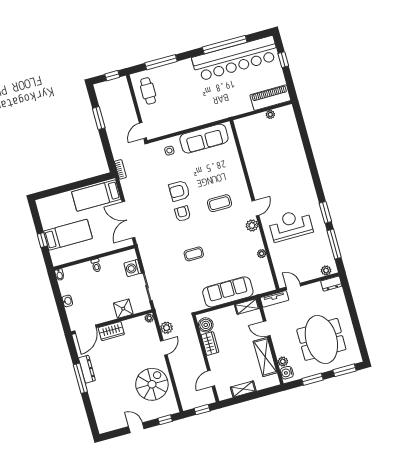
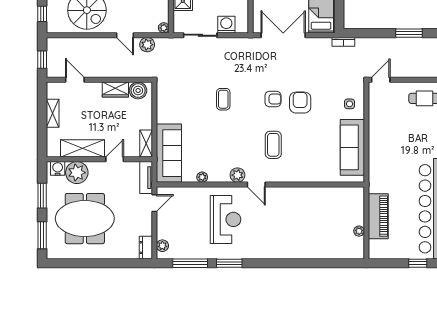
piano: (270, 98) -> (378, 216), moved
door: (143, 131) -> (381, 80), hinge flipped
sofa: (228, 292) -> (169, 153), moved
plant: (283, 362) -> (77, 173), width x1.87, depth x1.87

